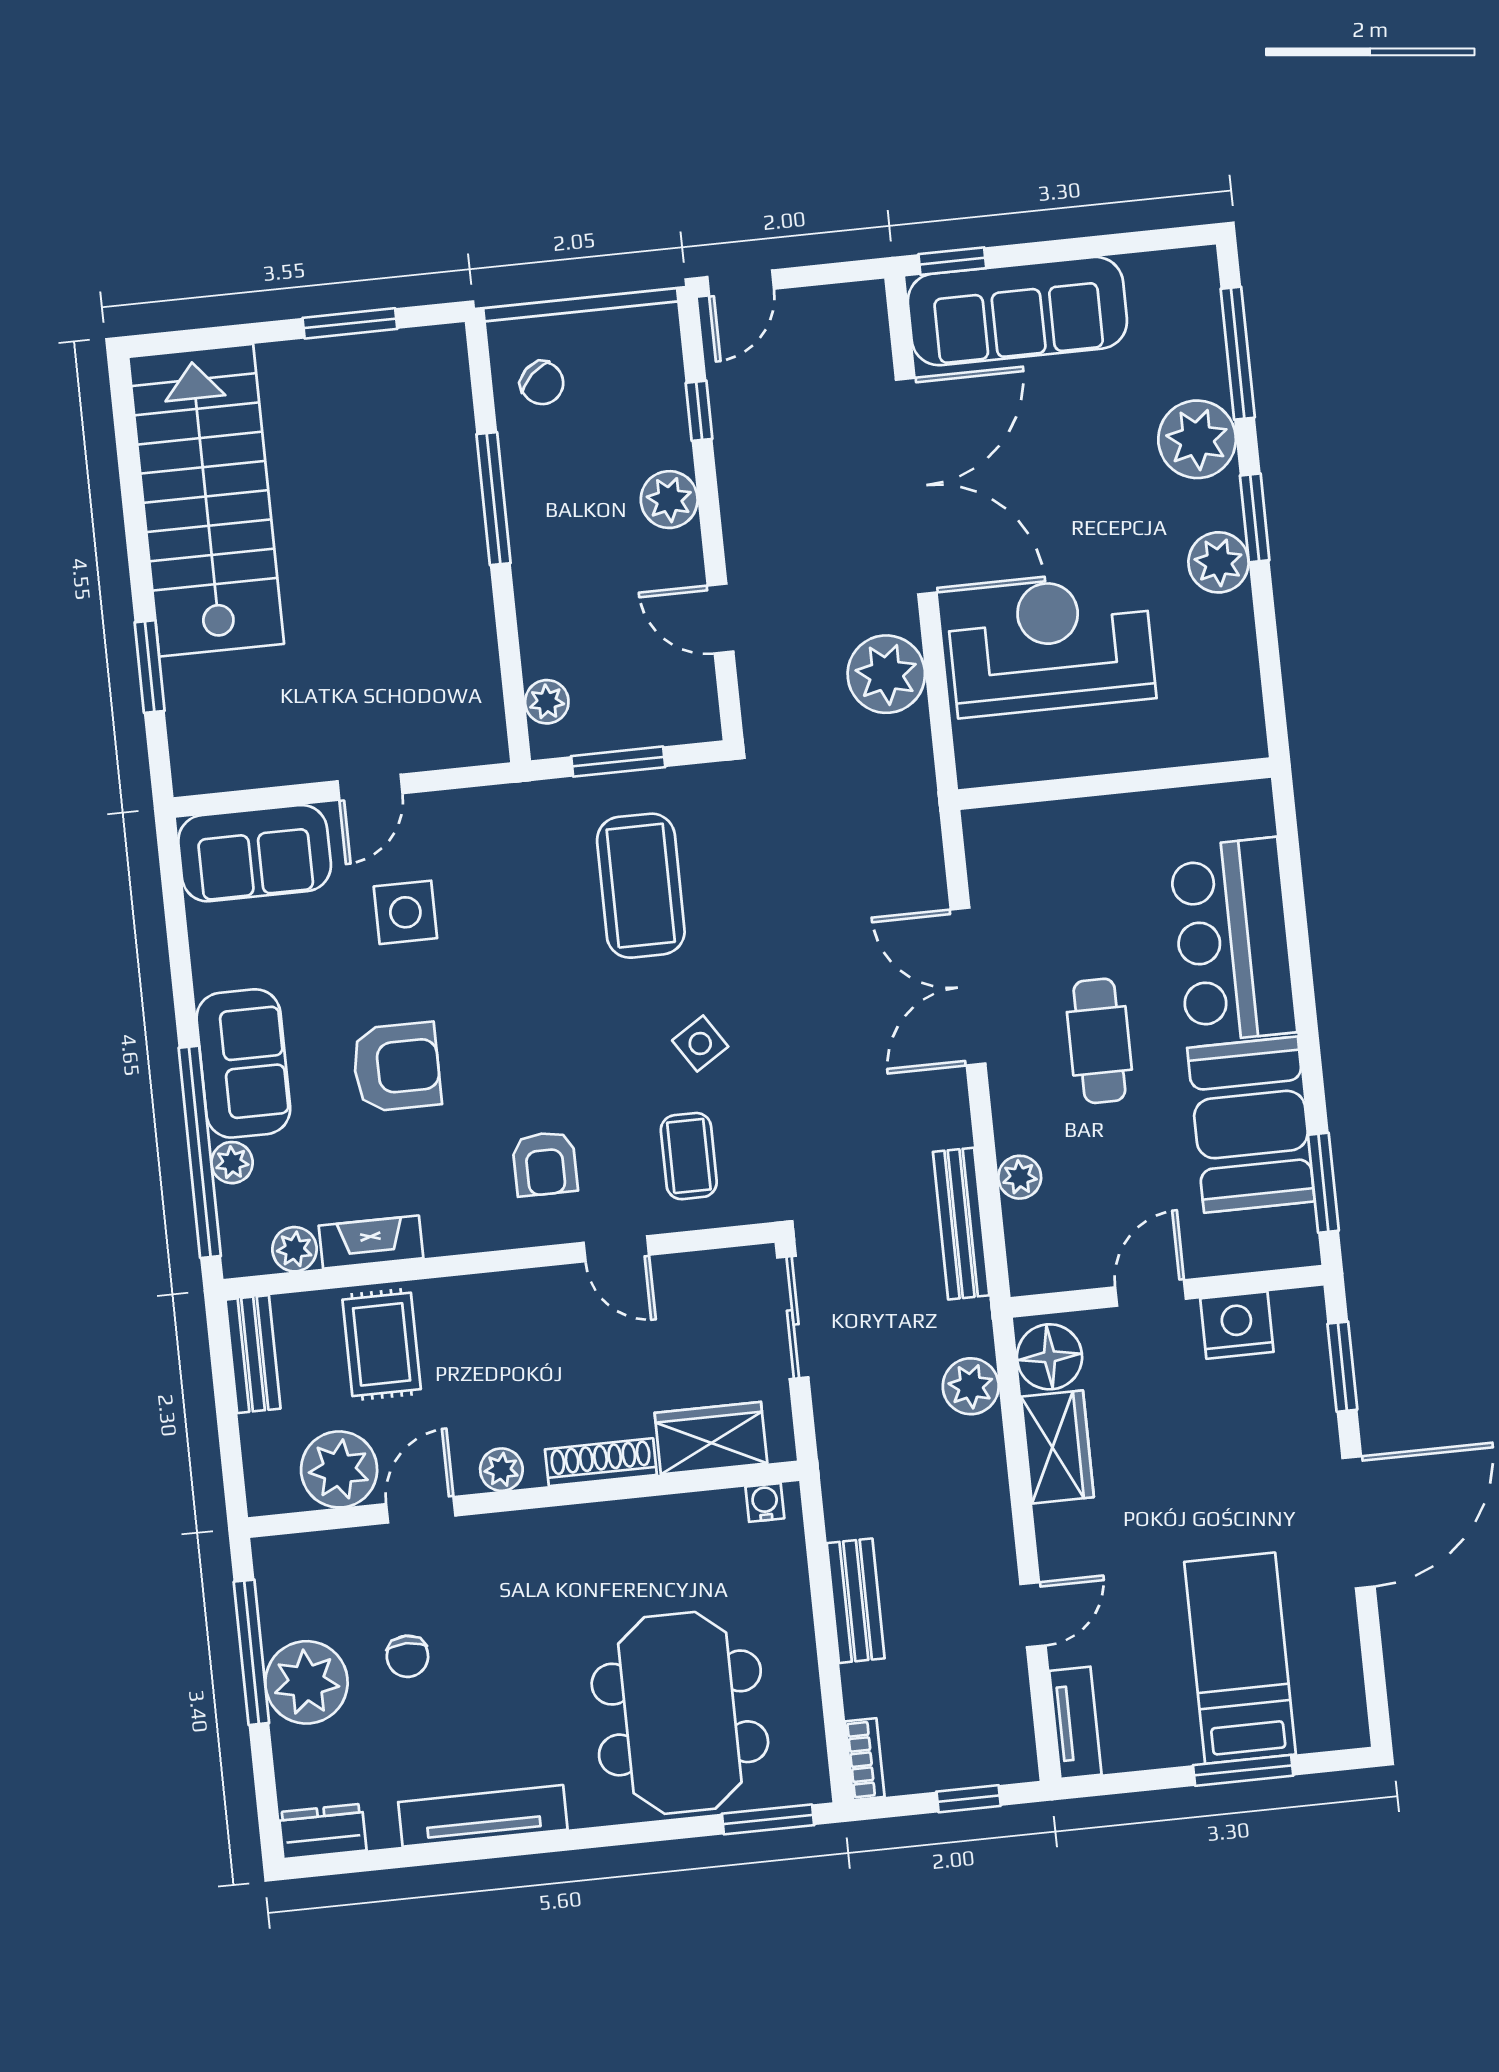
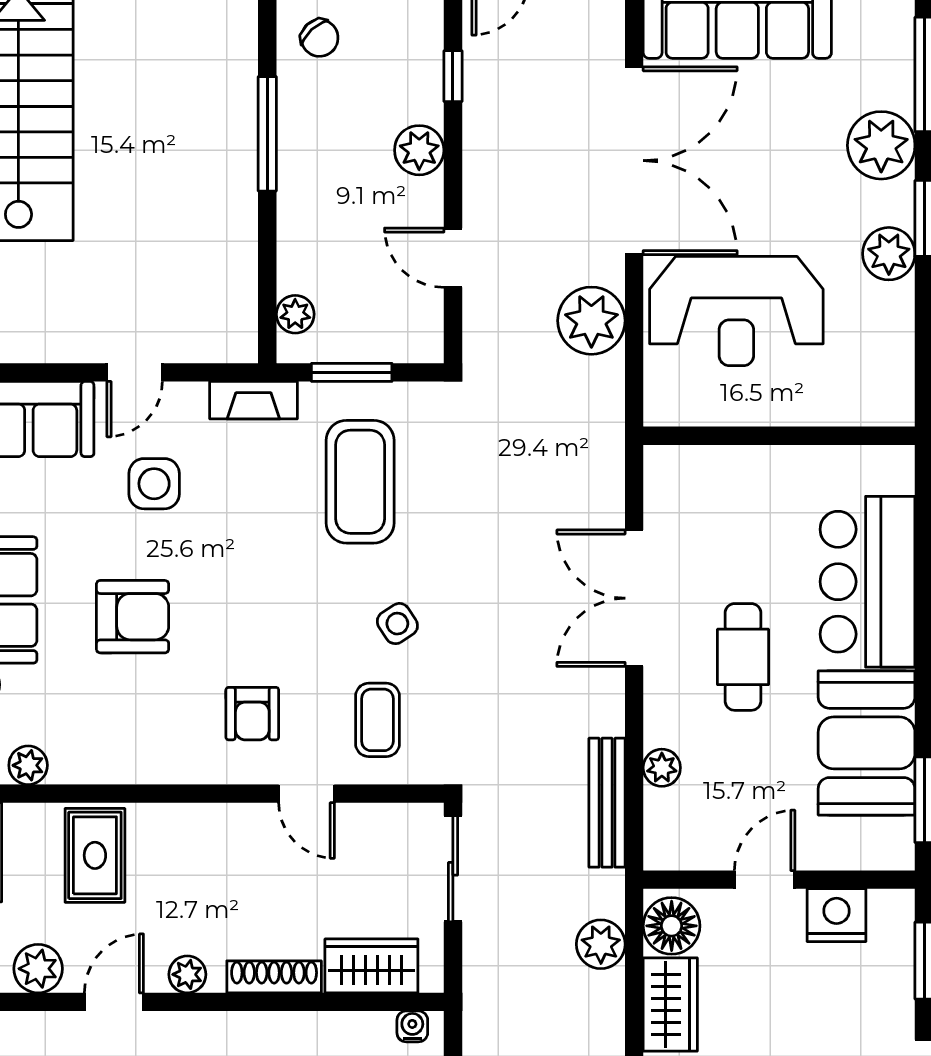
reception desk: (1051, 646) -> (736, 311), turned 180
fireplace: (371, 1242) -> (253, 400), moved, turned 180
plant: (339, 1469) -> (38, 969), width x0.73, depth x0.73

